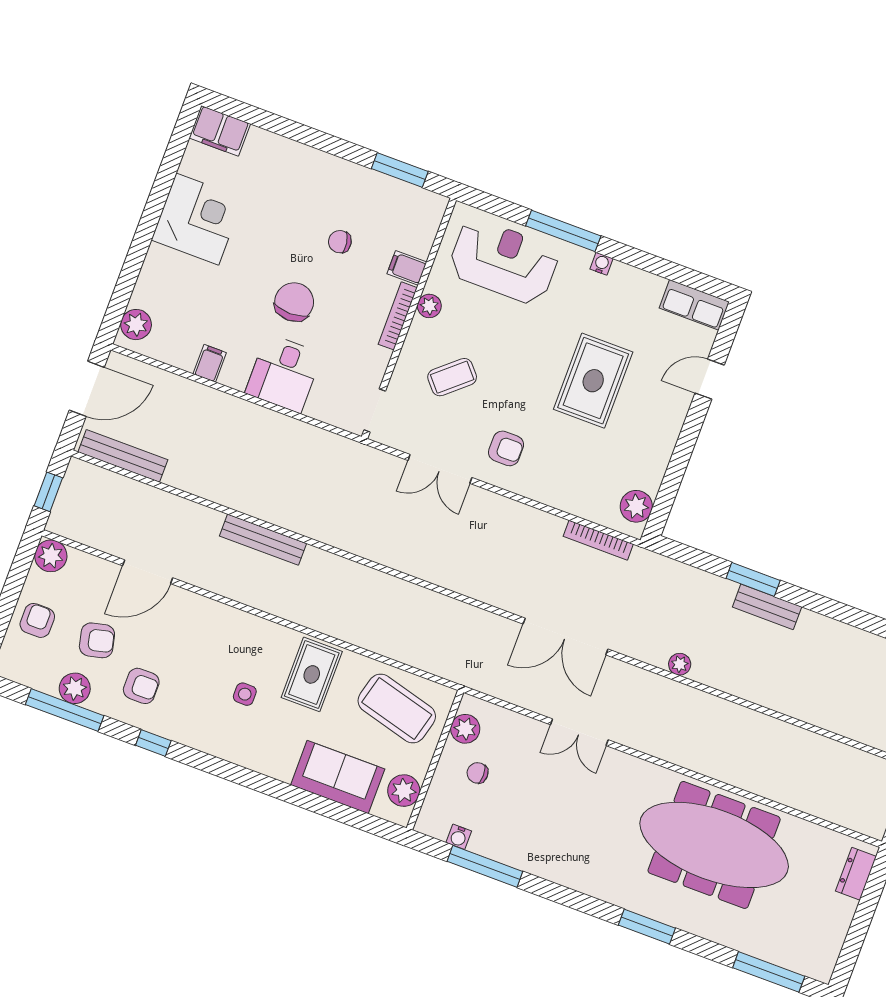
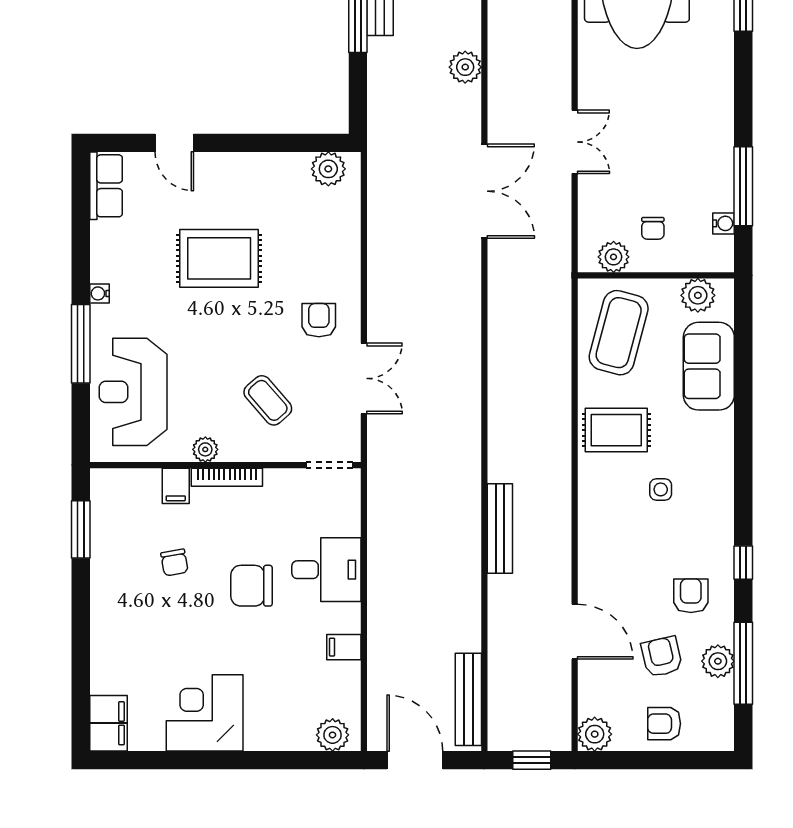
bookcase: (598, 540) -> (376, 194), removed
plant: (680, 664) -> (465, 67), width x1.38, depth x1.38

